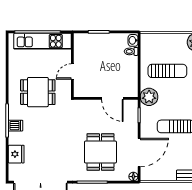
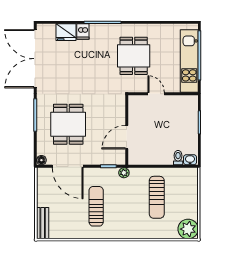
plant: (149, 97) -> (124, 173), width x0.53, depth x0.53
dishwasher: (16, 126) -> (83, 32), moved
dining table: (100, 152) -> (68, 124), turned 90

